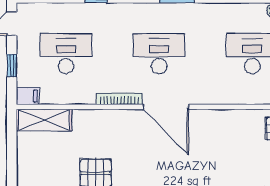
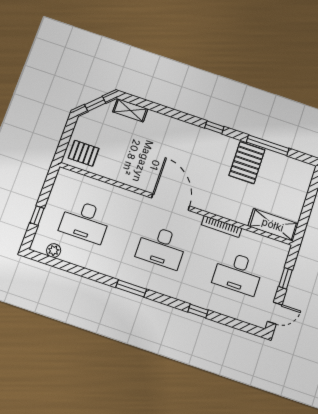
filing cabinet: (28, 96) -> (280, 249), removed
bookcase: (119, 99) -> (222, 227), moved

